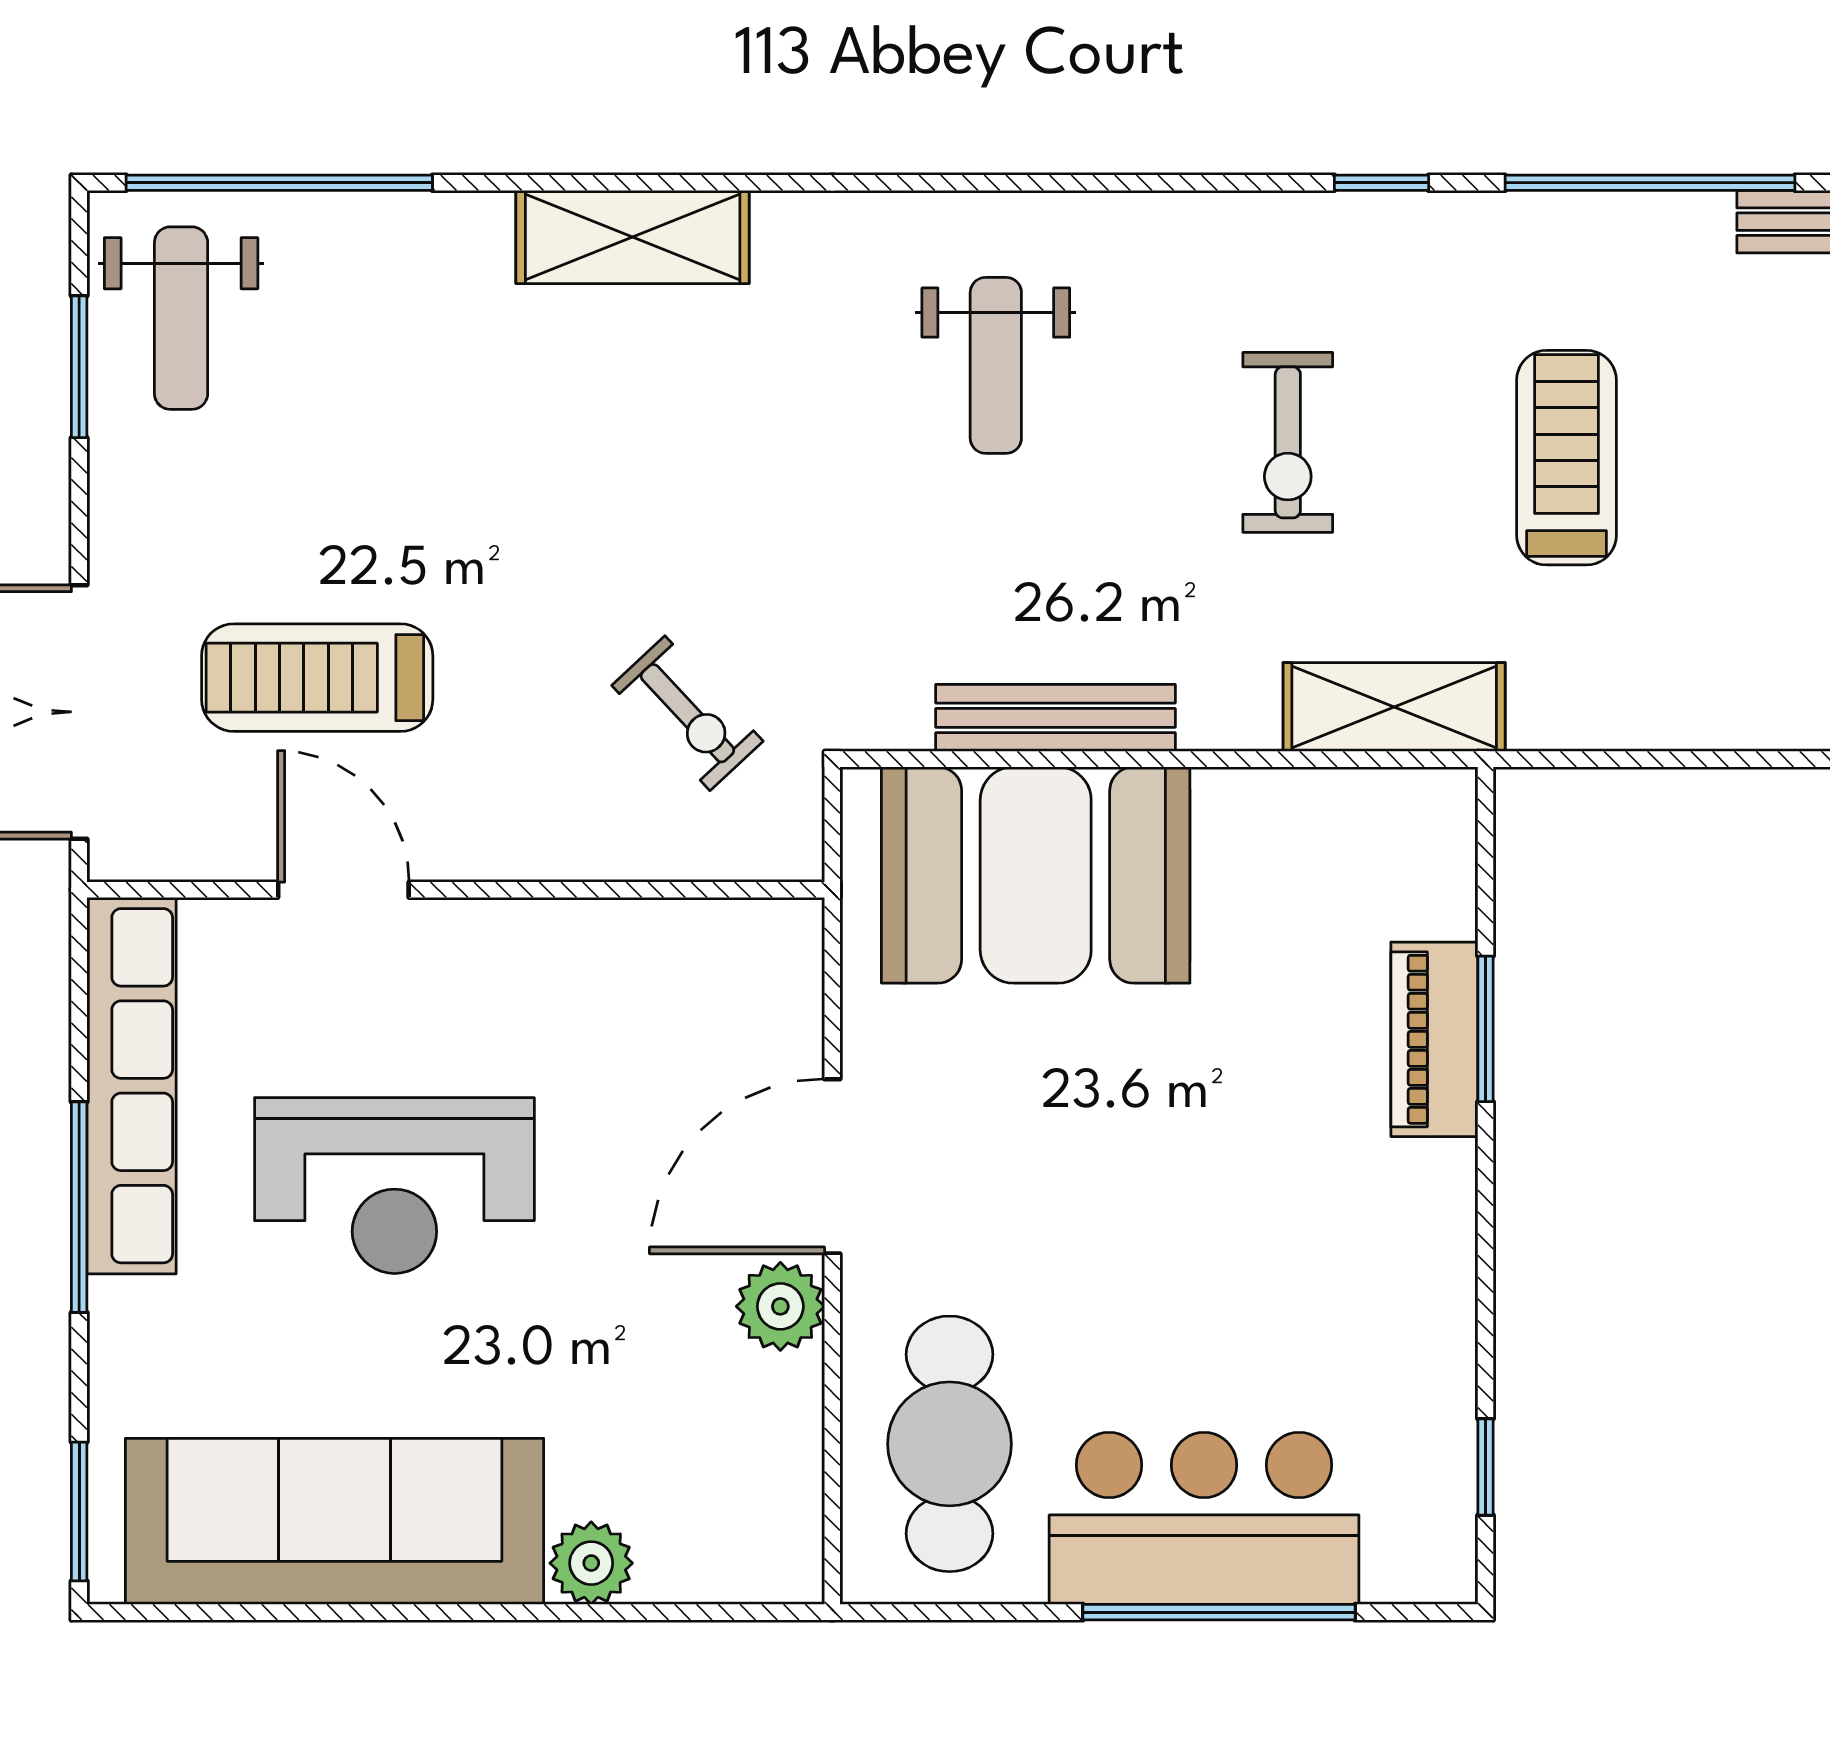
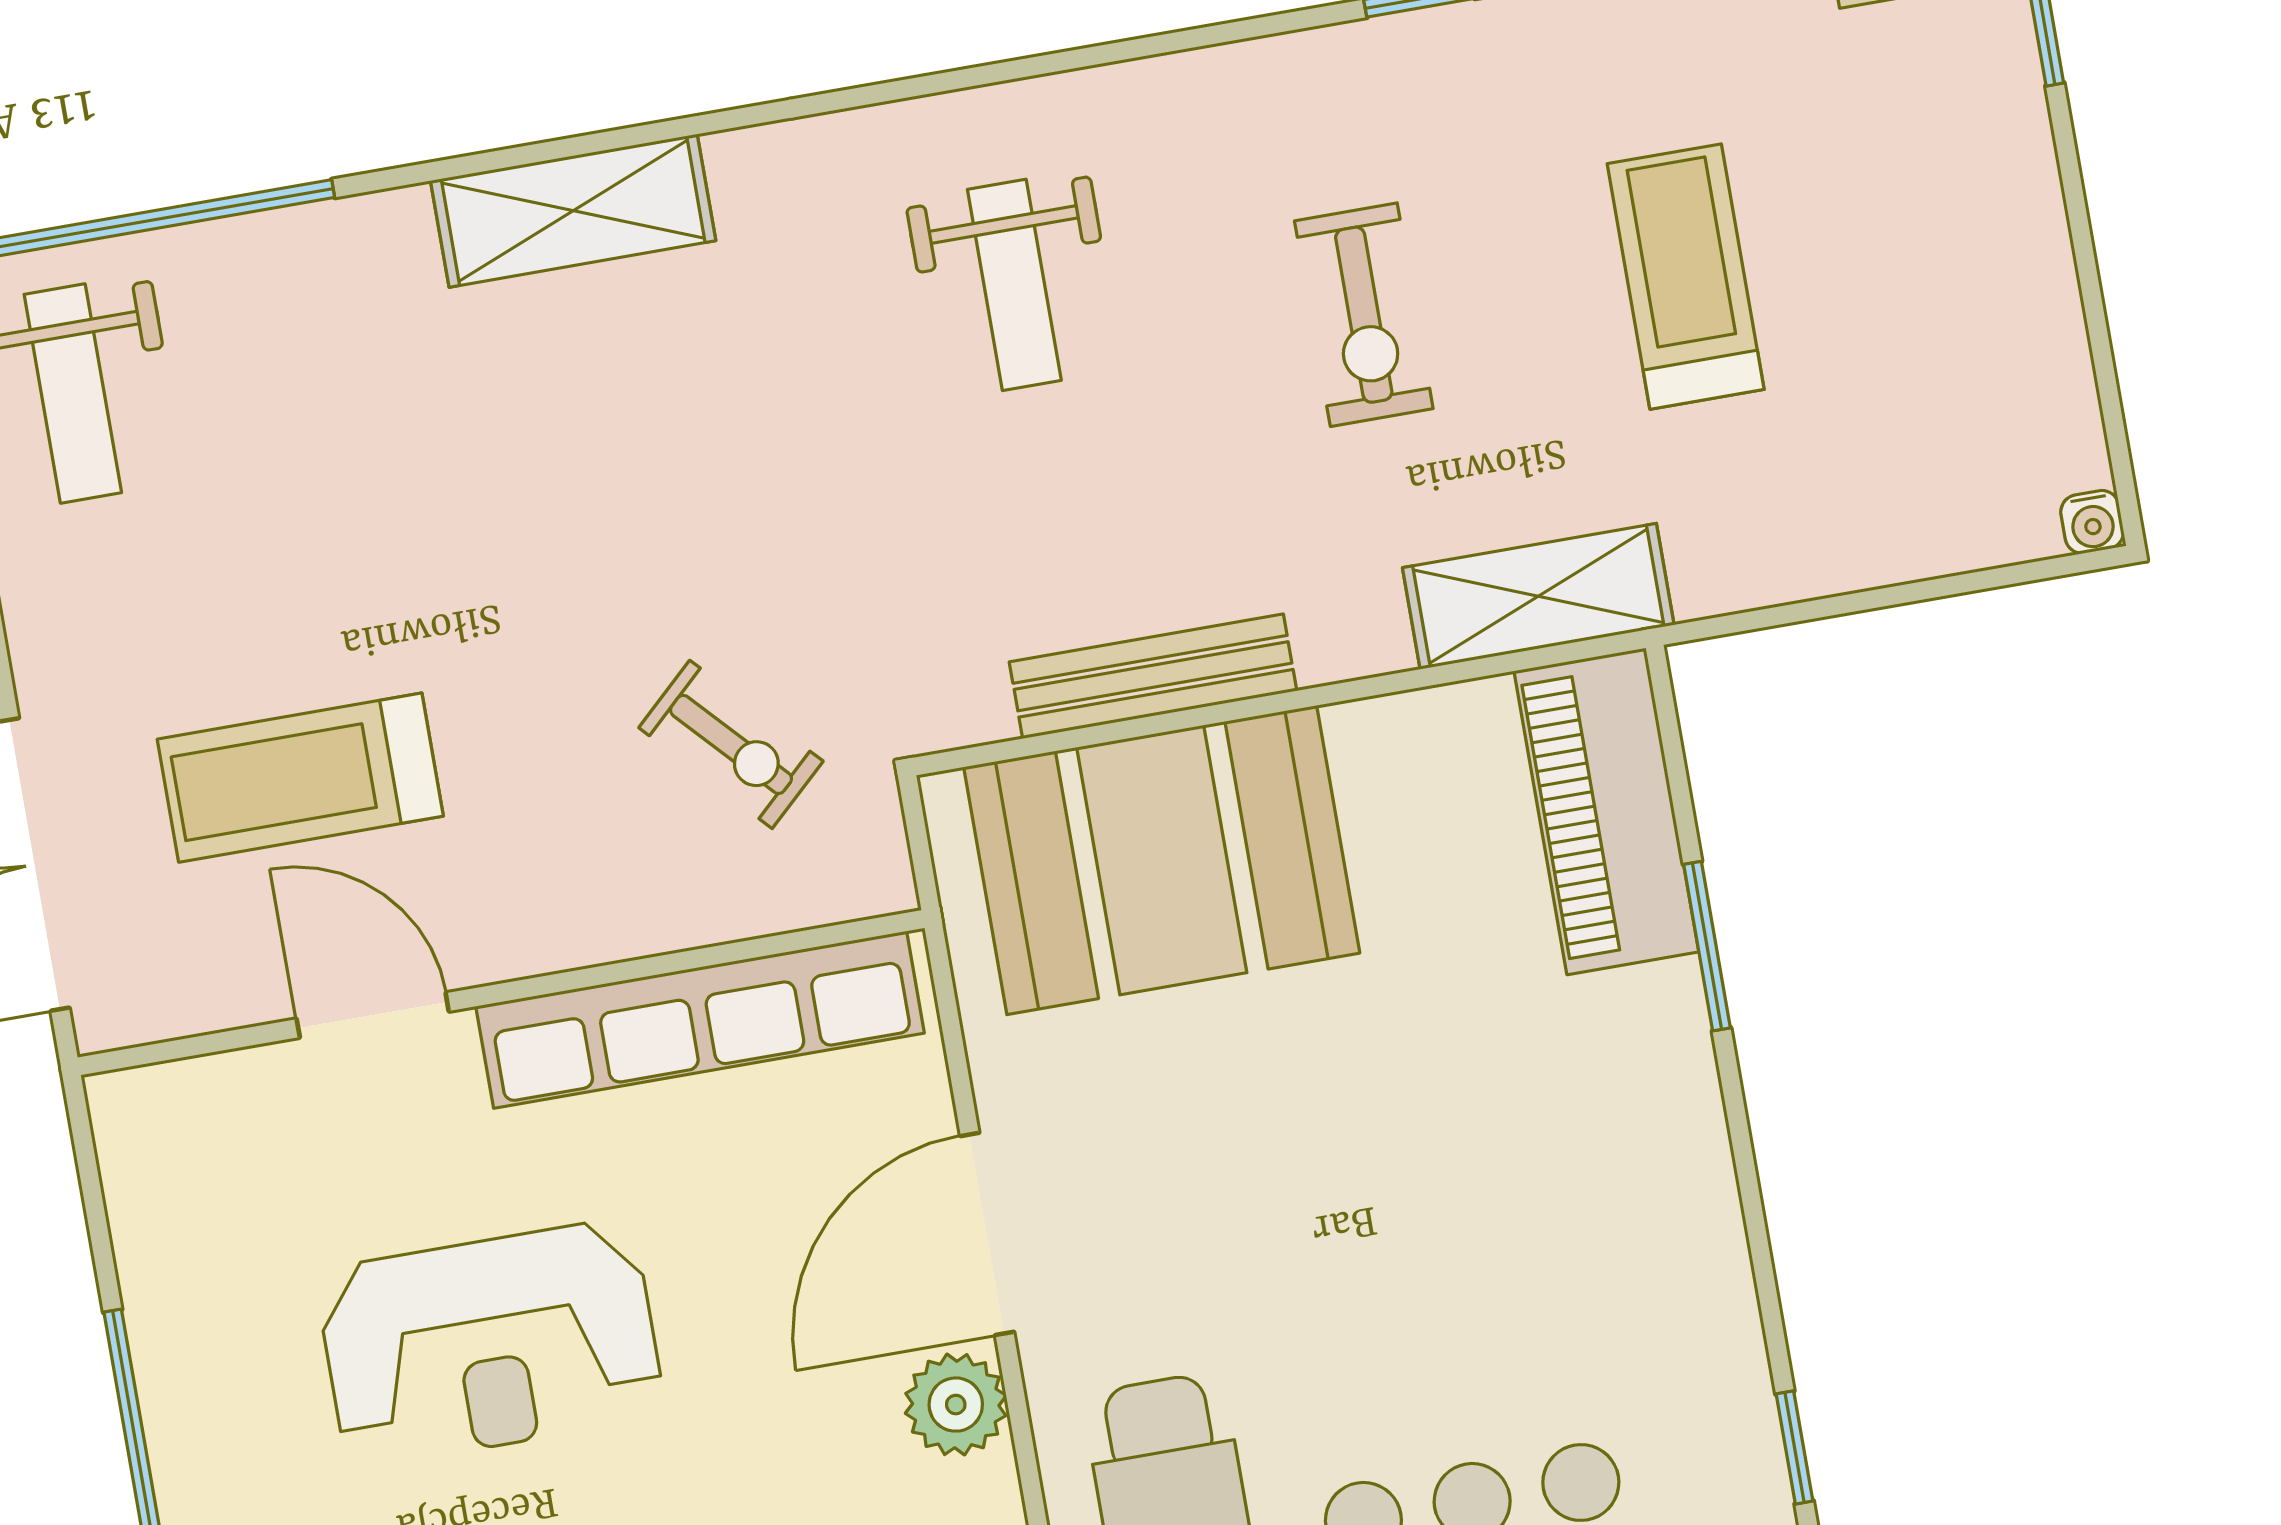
piano: (1434, 1039) -> (1606, 811), moved, width x1.37, depth x1.33
row of seats: (131, 1086) -> (700, 1020), moved, turned 90

